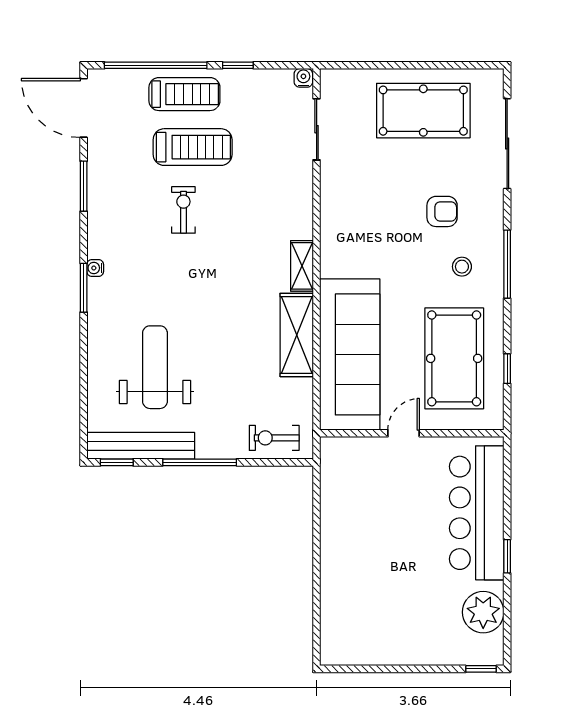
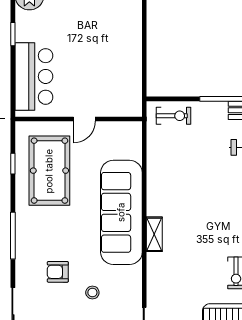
stool: (462, 267) -> (92, 293), moved
shelving: (297, 335) -> (158, 187), removed
sofa: (350, 354) -> (121, 212), moved
bar counter: (477, 513) -> (34, 76), width x0.73

